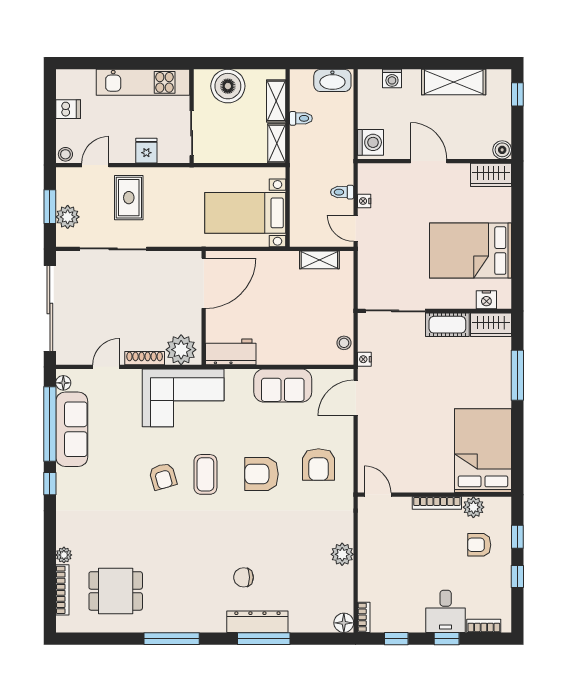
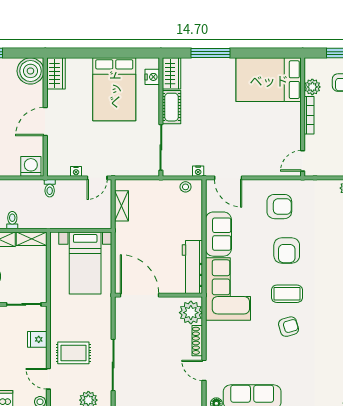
boiler: (502, 150) -> (30, 71), width x1.86, depth x1.86
toilet: (342, 192) -> (50, 188), moved
workbench: (231, 352) -> (192, 267), width x1.38
corner sofa: (183, 398) -> (228, 289), moved

